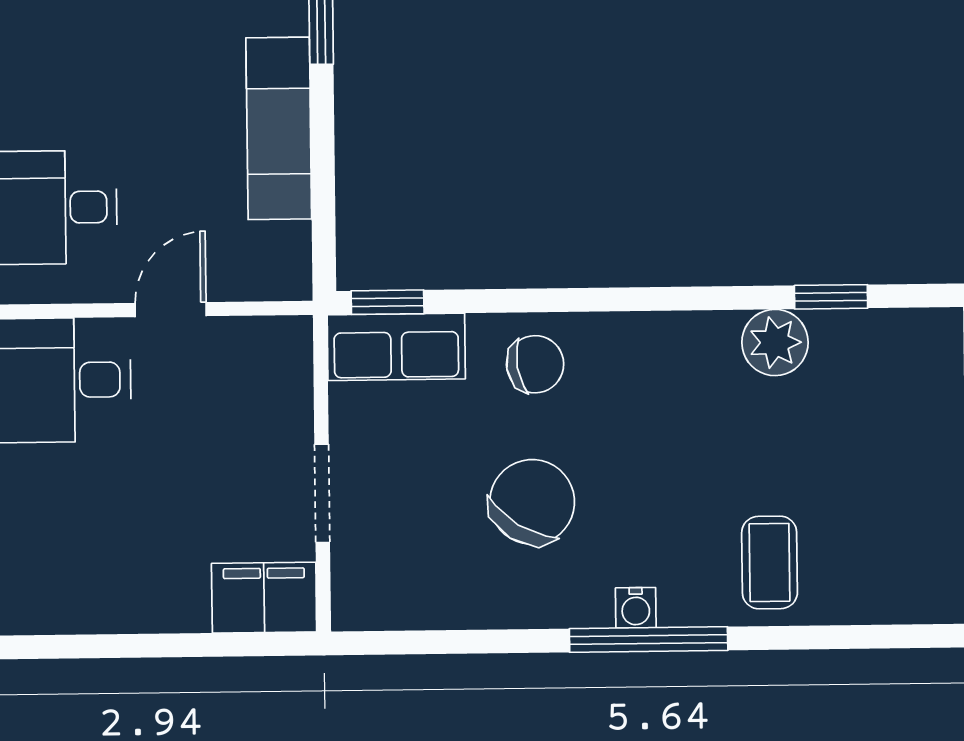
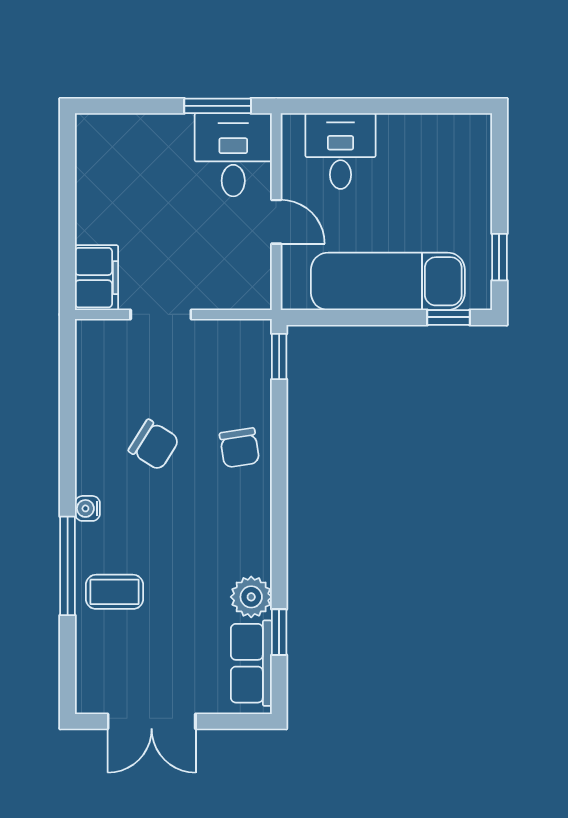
exam couch: (279, 128) -> (388, 281), width x1.36, depth x1.45
row of seats: (396, 347) -> (251, 663), moved
chair: (532, 502) -> (154, 445), width x0.73, depth x0.73
window: (649, 640) -> (68, 566), moved

